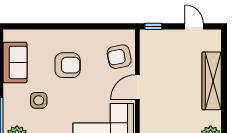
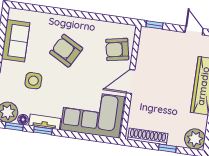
armchair: (68, 65) -> (66, 51), turned -151

